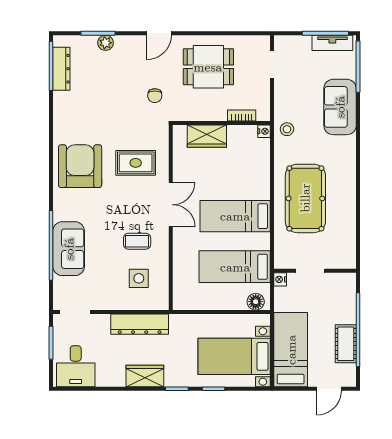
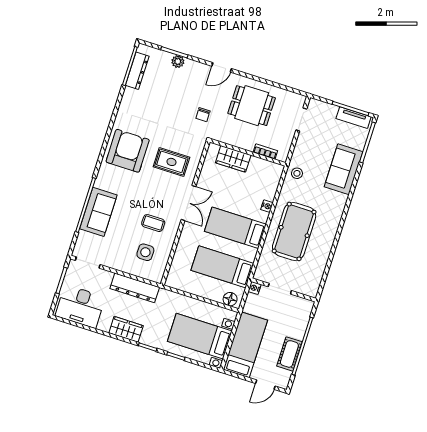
nightstand: (264, 131) -> (267, 206), moved
desk: (76, 366) -> (80, 306), width x1.37

